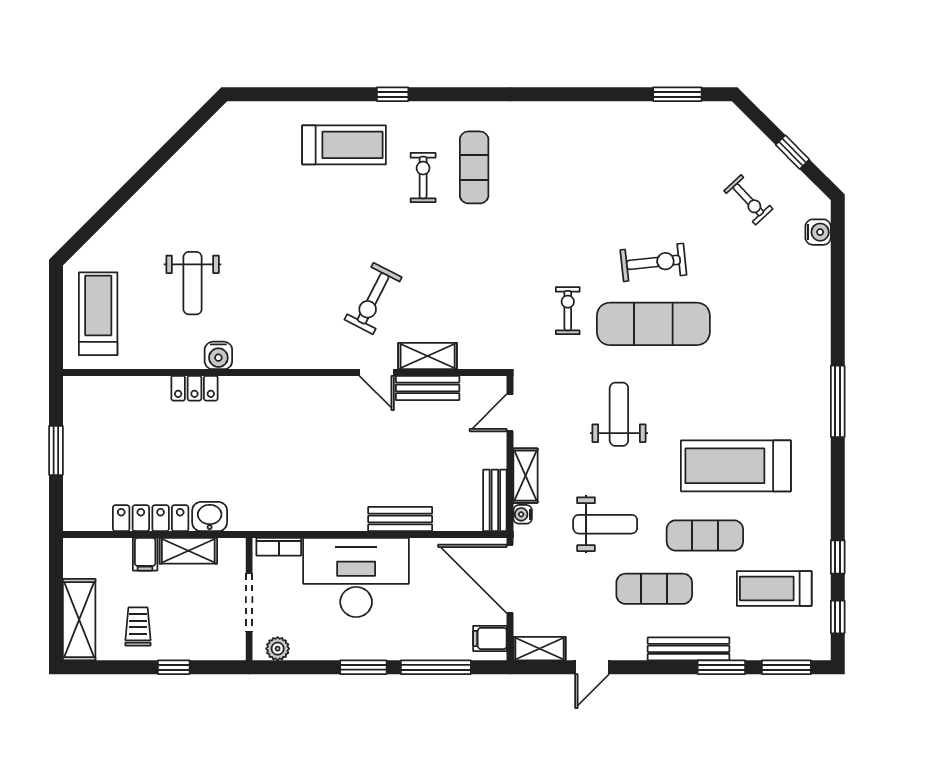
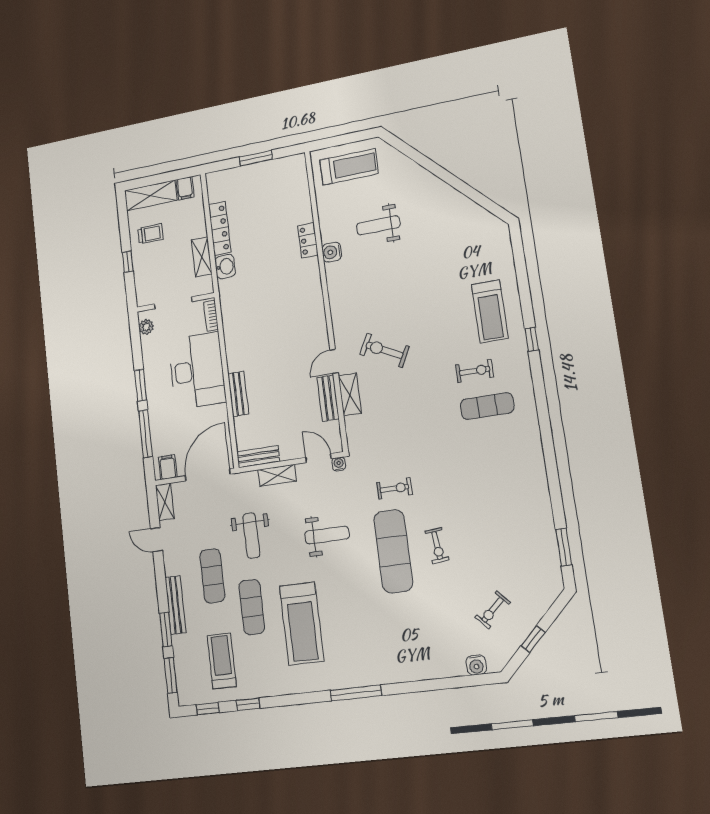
exercise bike: (653, 262) -> (437, 546), width x0.73, depth x0.72
treadmill: (736, 466) -> (302, 623), turned 180
water cooler: (523, 514) -> (339, 464), moved
filing cabinet: (145, 554) -> (185, 188), moved, turned -90

